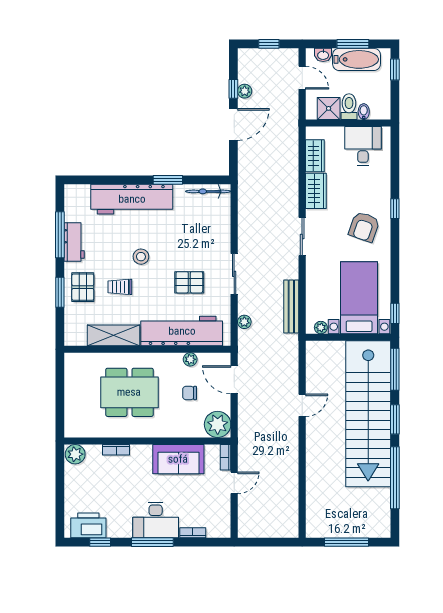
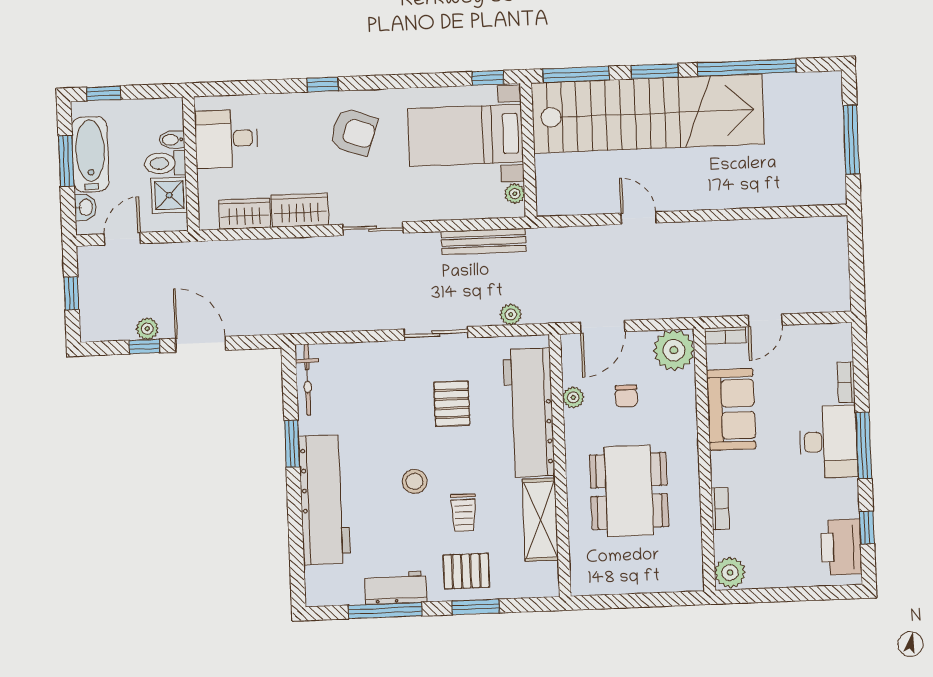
door: (234, 483) -> (765, 320), swing flipped

